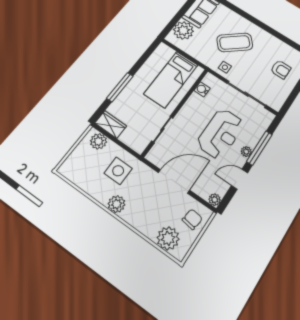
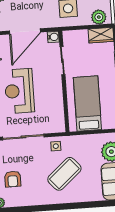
armchair: (281, 69) -> (13, 179), turned -90
water cooler: (202, 89) -> (53, 37), moved

